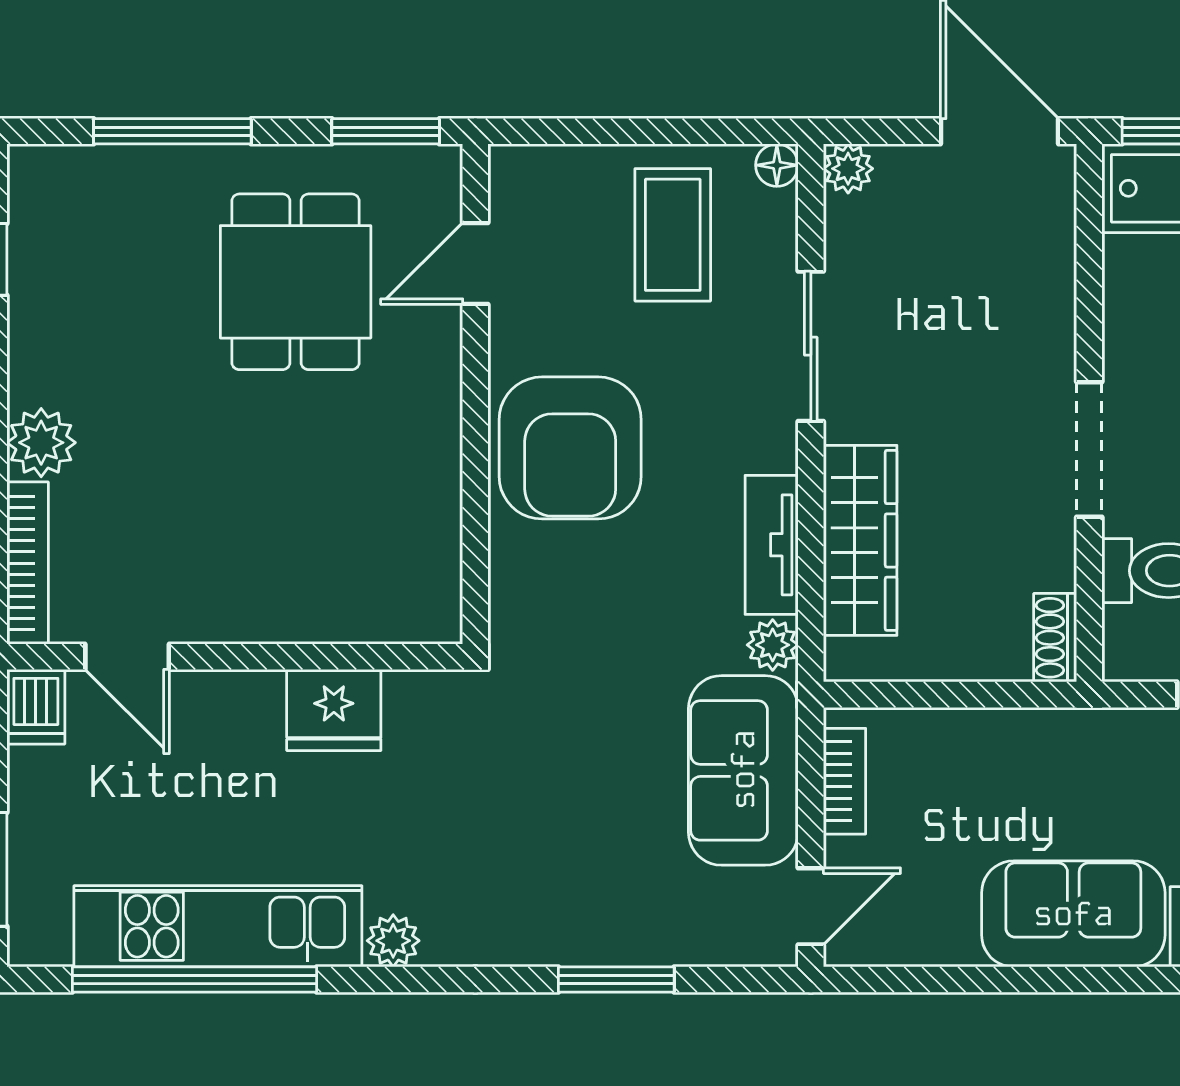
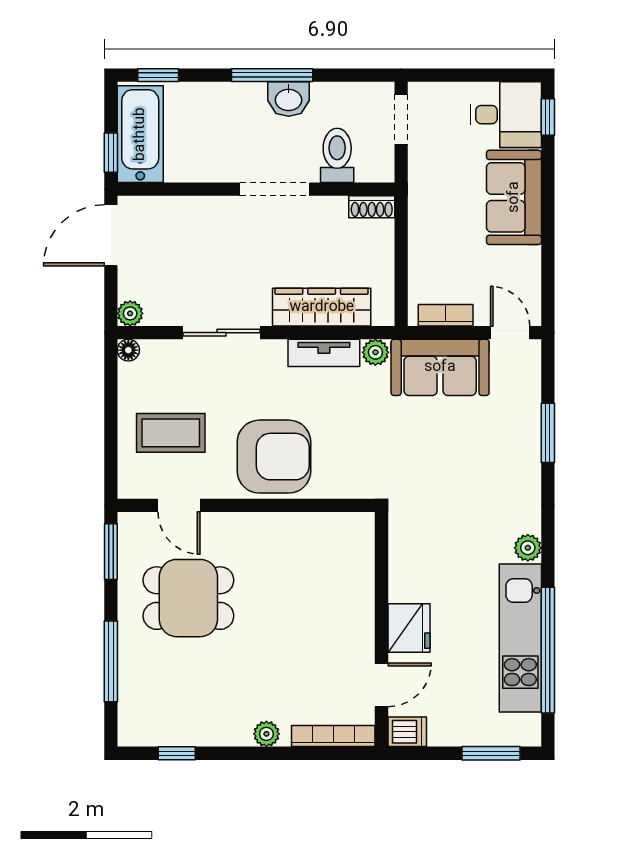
coffee table: (673, 235) -> (171, 433), moved
plant: (41, 443) -> (266, 734), width x0.73, depth x0.73
fridge: (334, 710) -> (409, 628), moved

